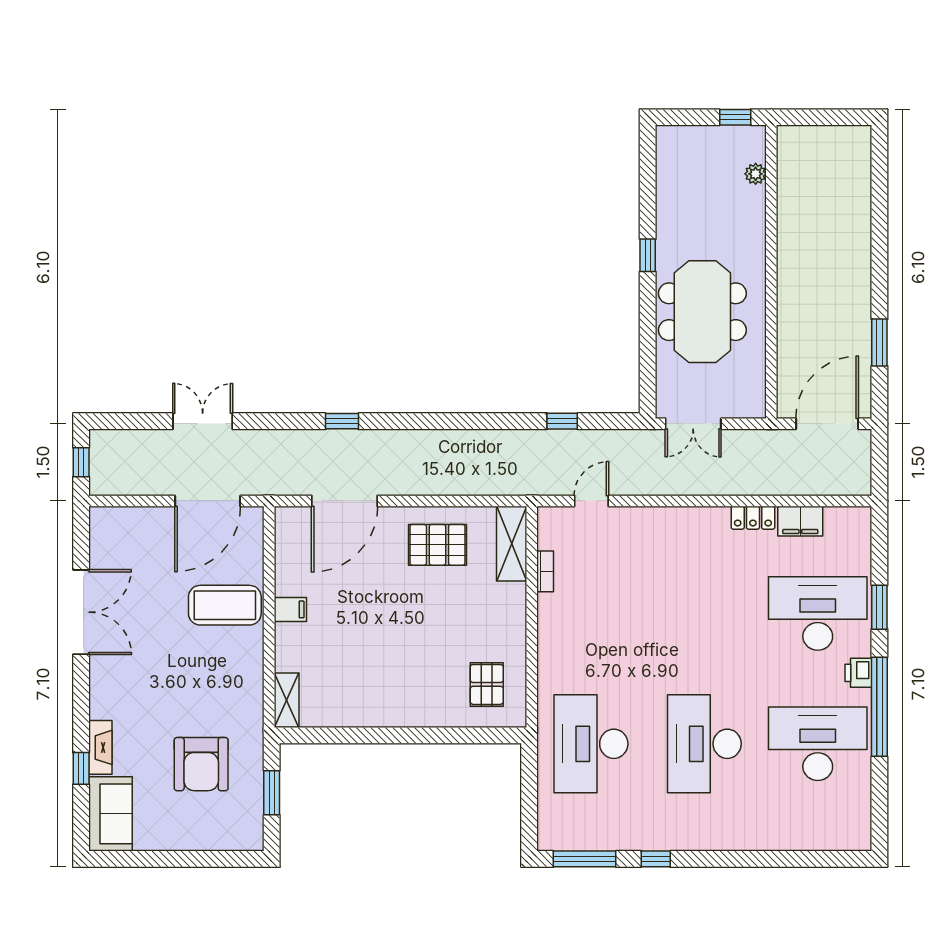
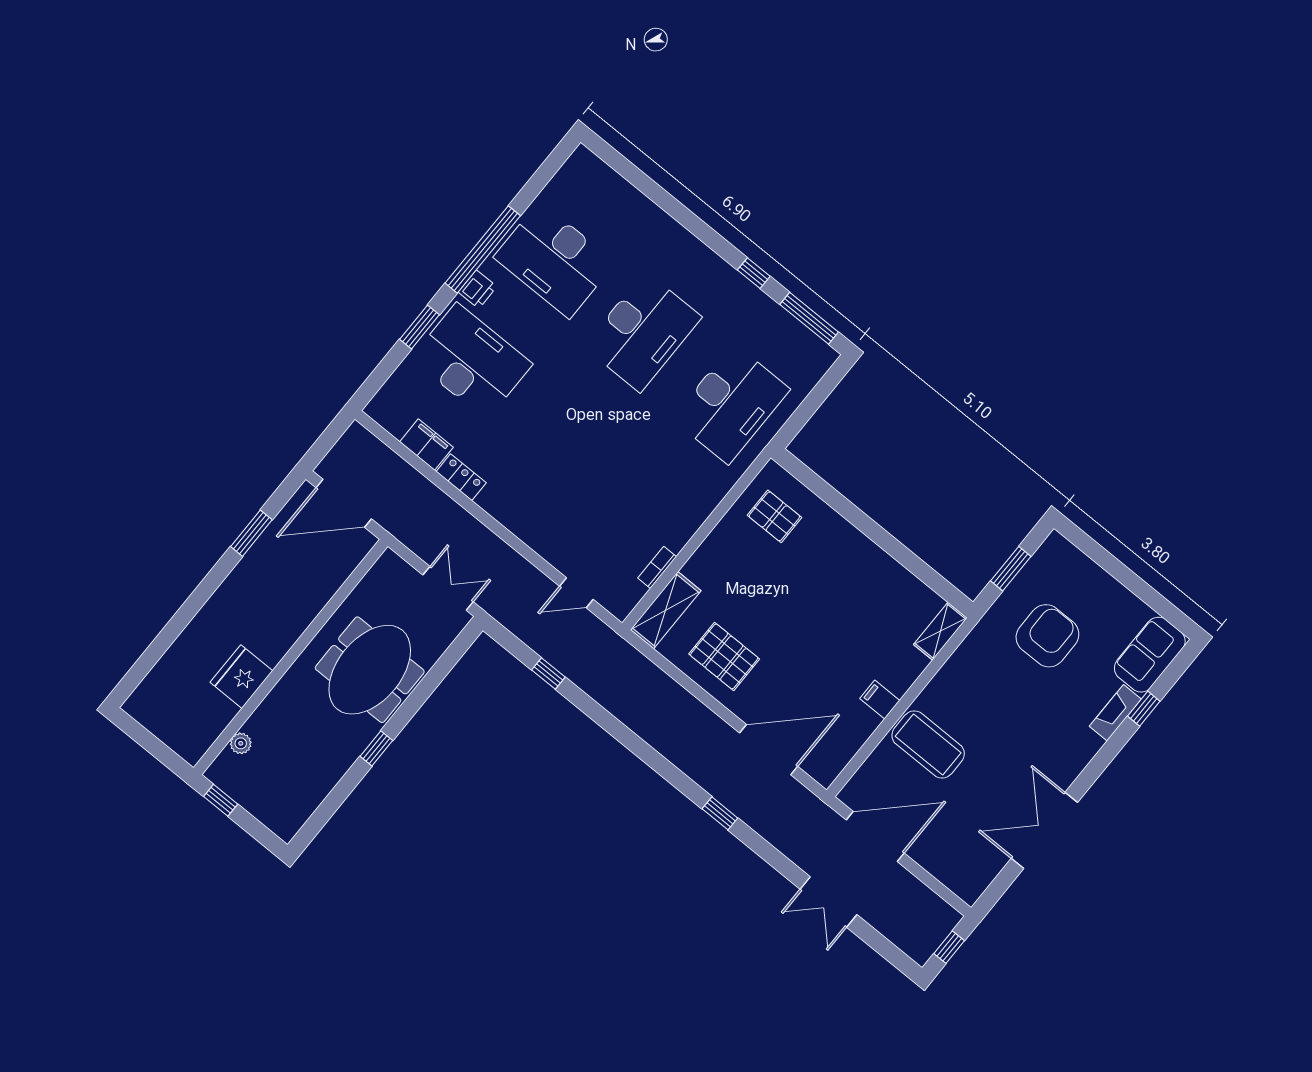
fridge: (797, 226) -> (241, 677), added
desk: (818, 614) -> (472, 361), turned 180
pallet: (487, 684) -> (774, 516), turned 90

